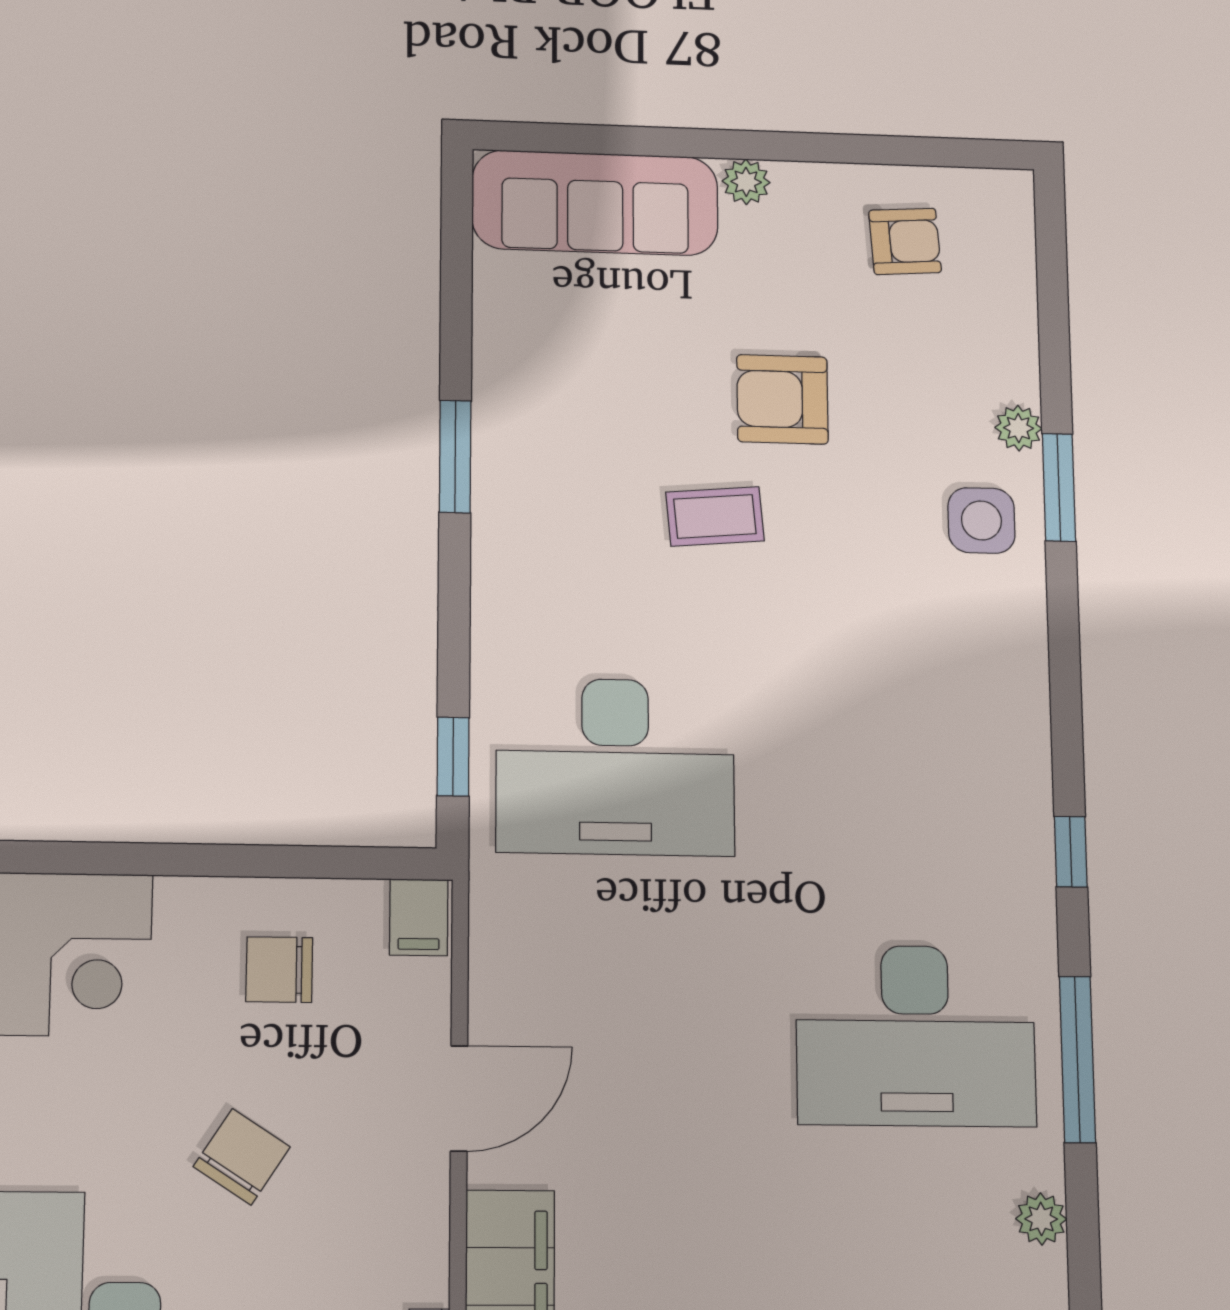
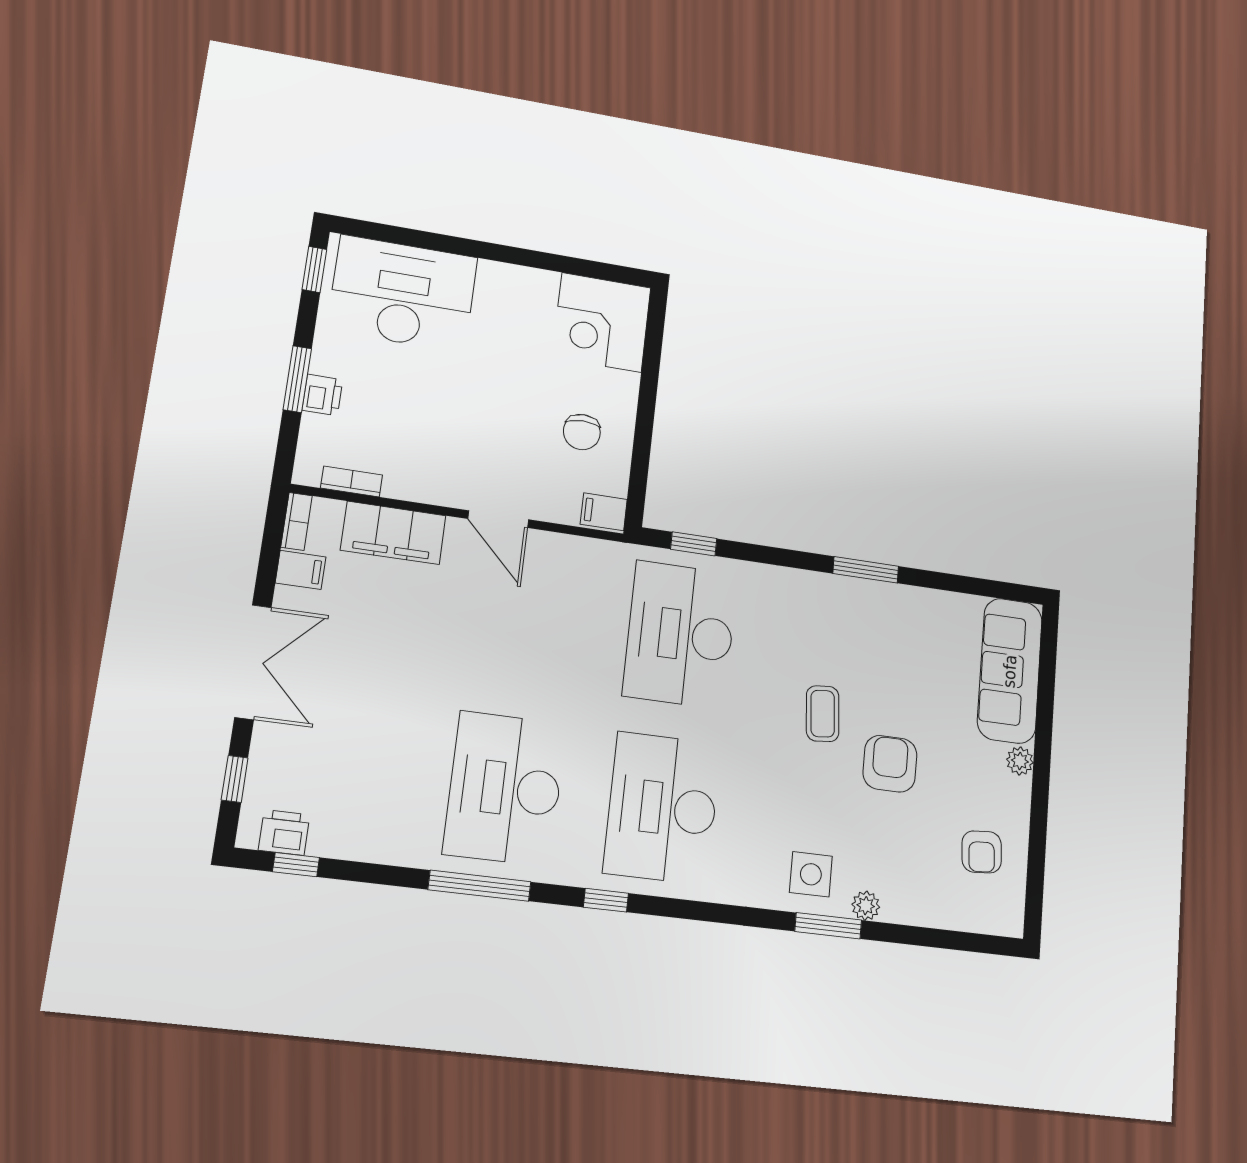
desk: (910, 772) -> (662, 808), added
chair: (279, 970) -> (582, 432), turned 180
chair: (242, 1157) -> (479, 397), removed
plant: (1041, 1219) -> (386, 849), removed

